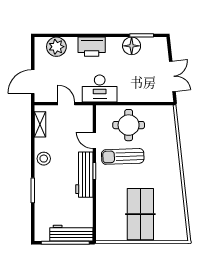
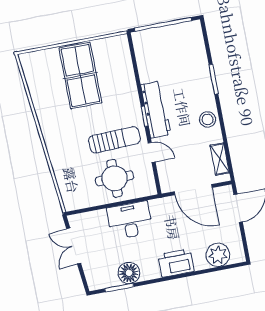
desk: (100, 89) -> (130, 220), moved
door: (66, 104) -> (193, 190), width x1.88
workbench: (71, 233) -> (158, 37), removed

